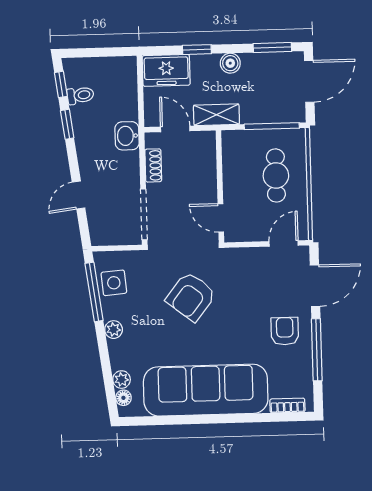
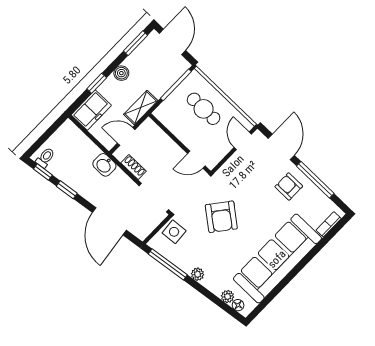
toilet: (80, 95) -> (45, 158), moved
door: (79, 195) -> (109, 221), width x1.88
side table: (114, 283) -> (174, 232), moved

